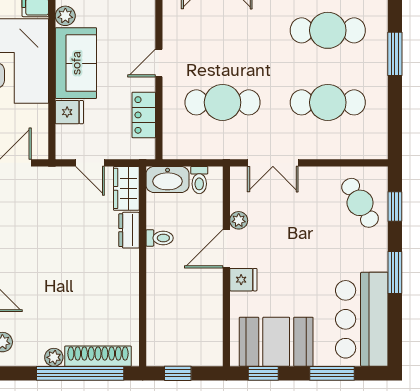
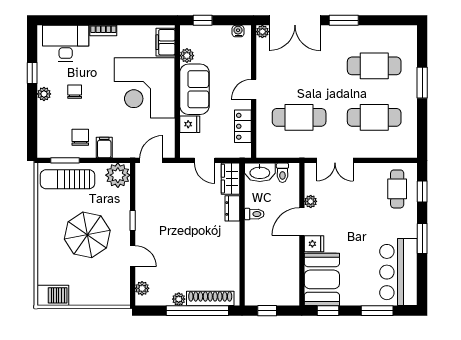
cafe table: (360, 203) -> (397, 189), turned 30
booth: (276, 342) -> (322, 279), moved, turned 90

